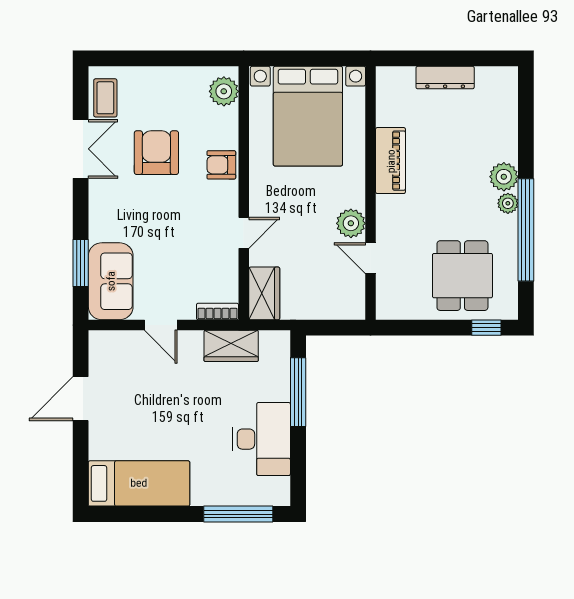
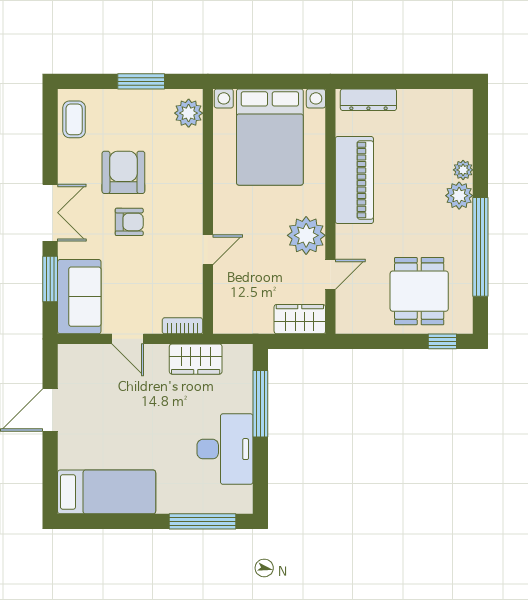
window: (175, 58) -> (141, 81), added
dresser: (445, 78) -> (368, 100), moved
double door: (81, 149) -> (50, 213), moved
piano: (391, 161) -> (354, 180), width x1.37, depth x1.33
armchair: (221, 165) -> (129, 222), moved, turned 180
plant: (508, 203) -> (463, 170), moved
plant: (351, 223) -> (306, 235), width x1.36, depth x1.36
door: (371, 258) -> (330, 274), swing flipped
wardrobe: (264, 293) -> (300, 319), moved, turned -90

